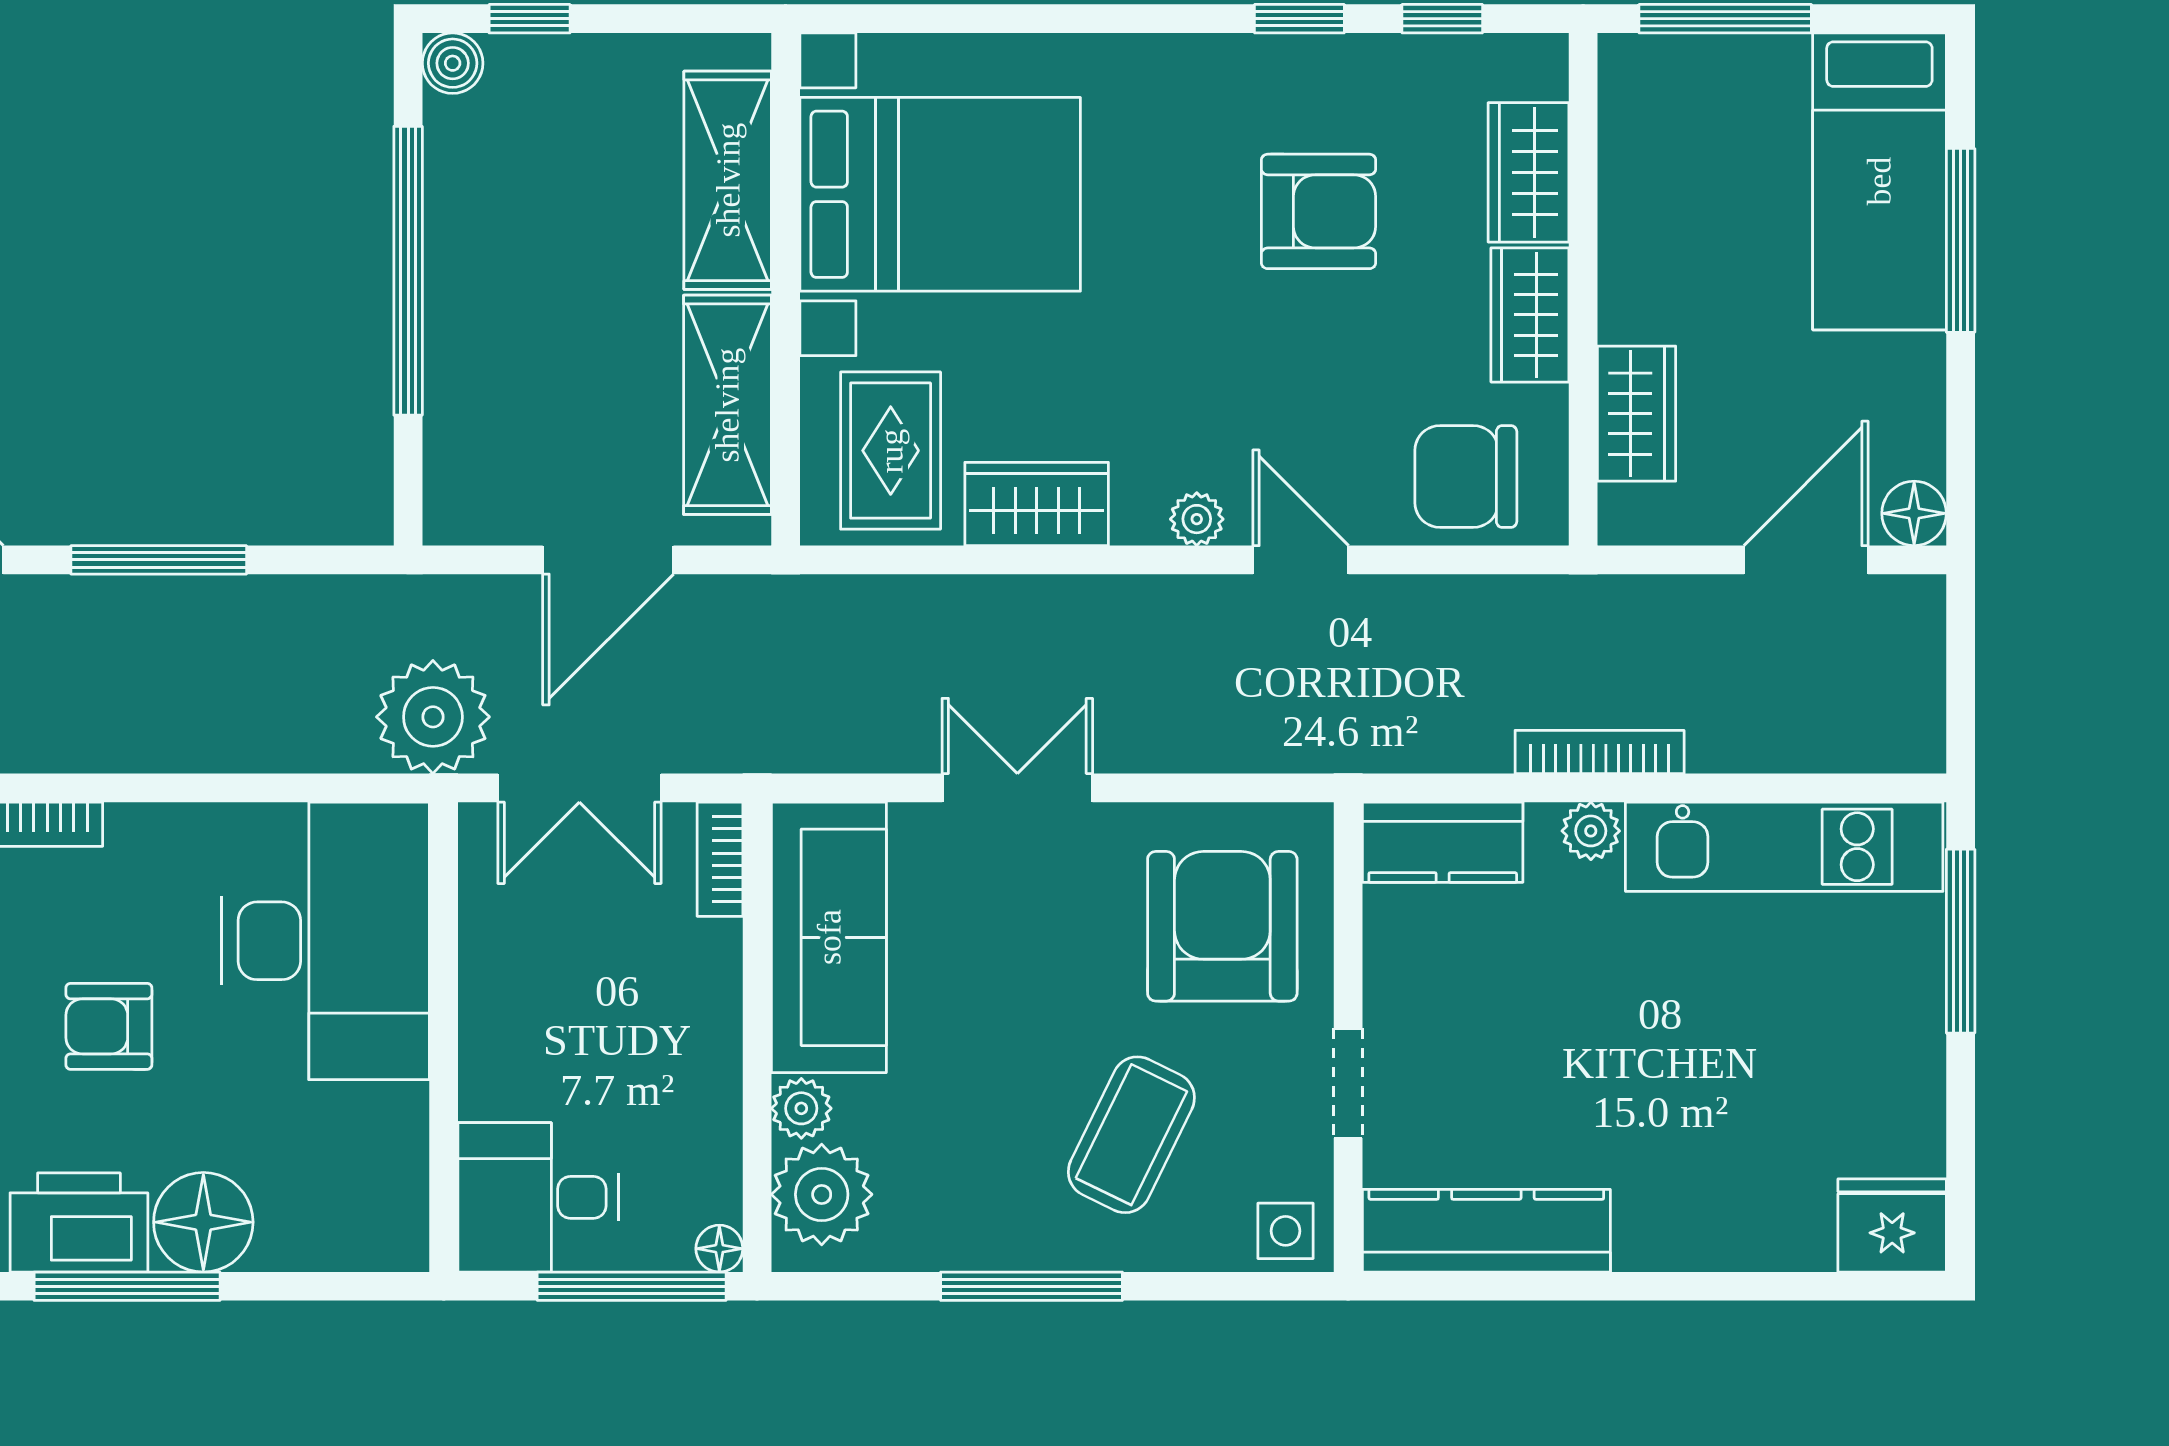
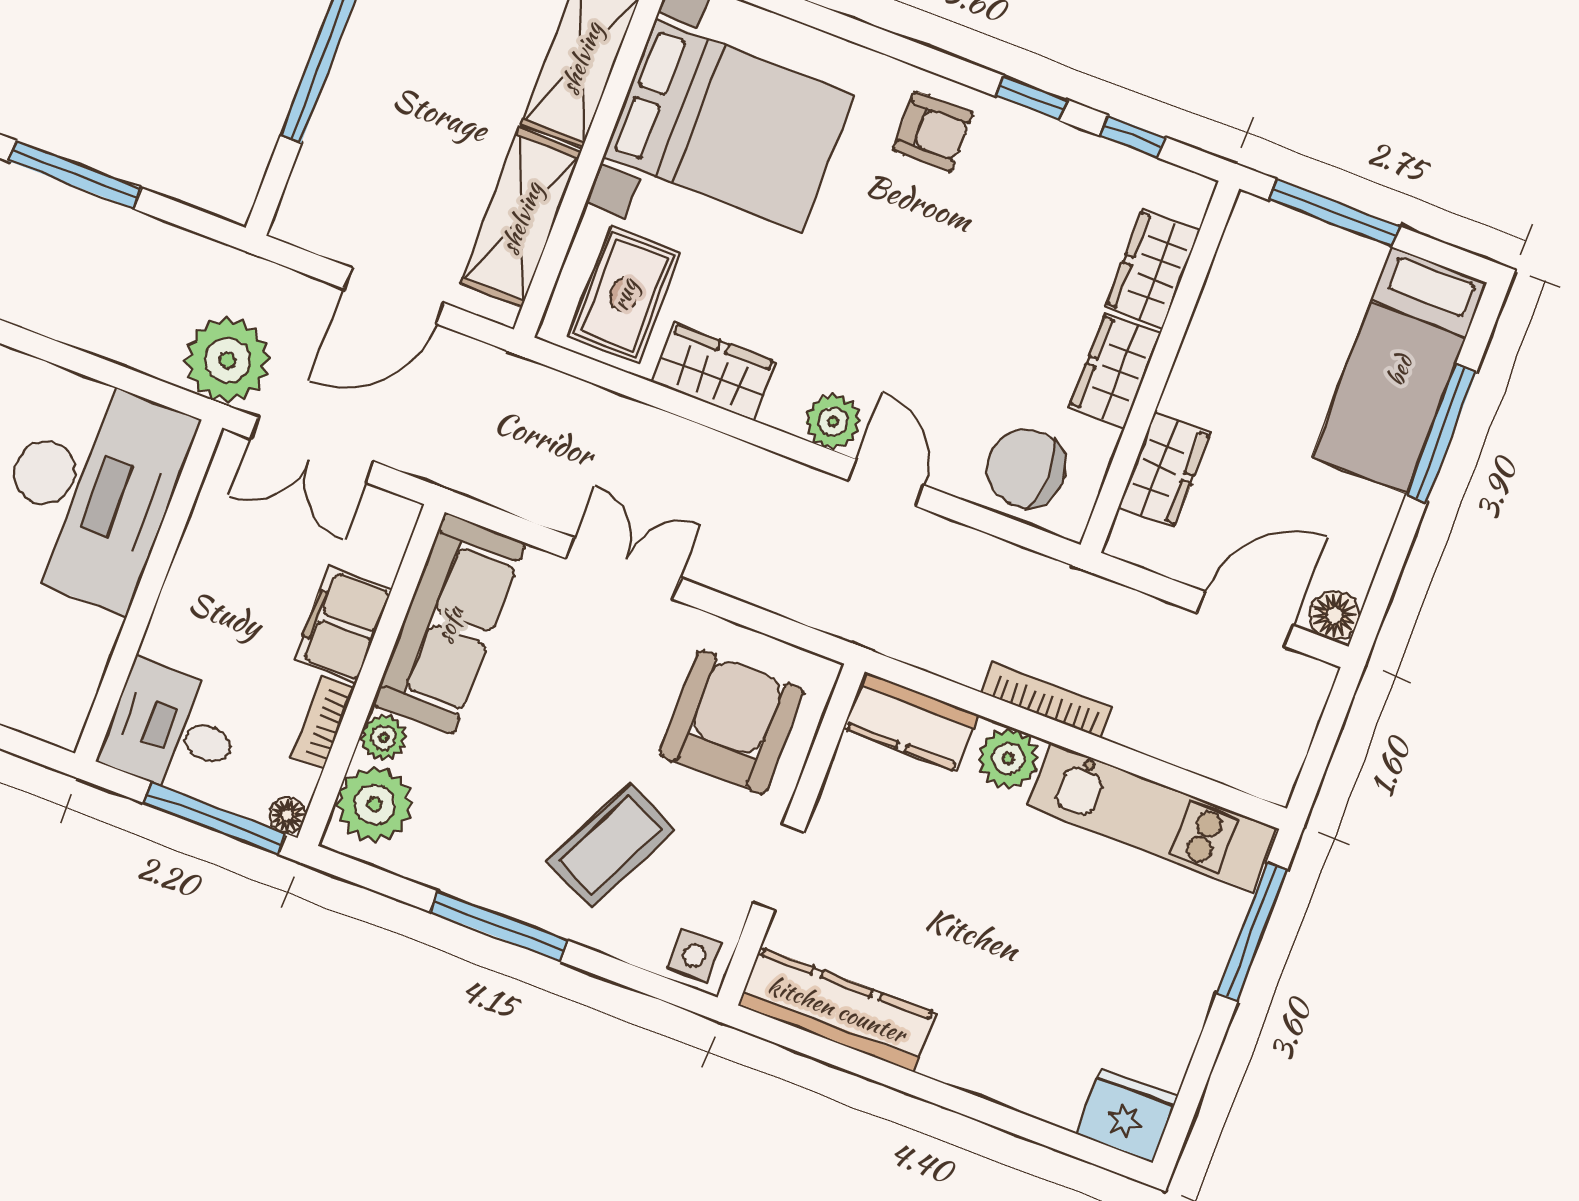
armchair: (1319, 211) -> (933, 131), moved, width x0.72, depth x0.72
plant: (1197, 519) -> (833, 421), width x1.38, depth x1.38
plant: (1591, 831) -> (1008, 758), width x1.38, depth x1.38
bookcase: (720, 859) -> (323, 722), moved
filing cabinet: (699, 988) -> (343, 625), added

